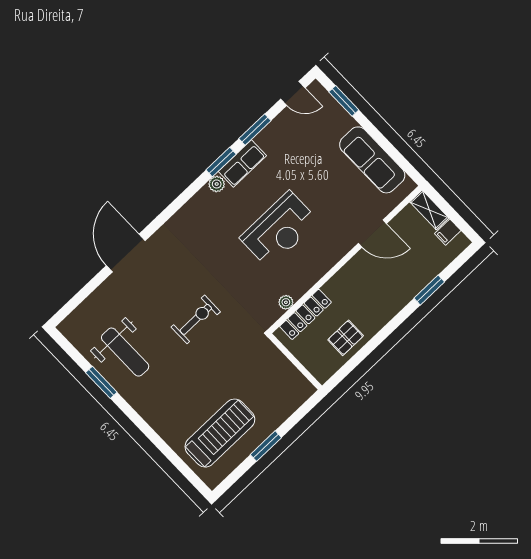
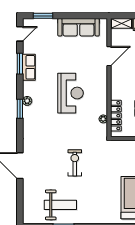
window: (221, 162) -> (20, 109), moved
row of seats: (242, 164) -> (29, 67), moved

